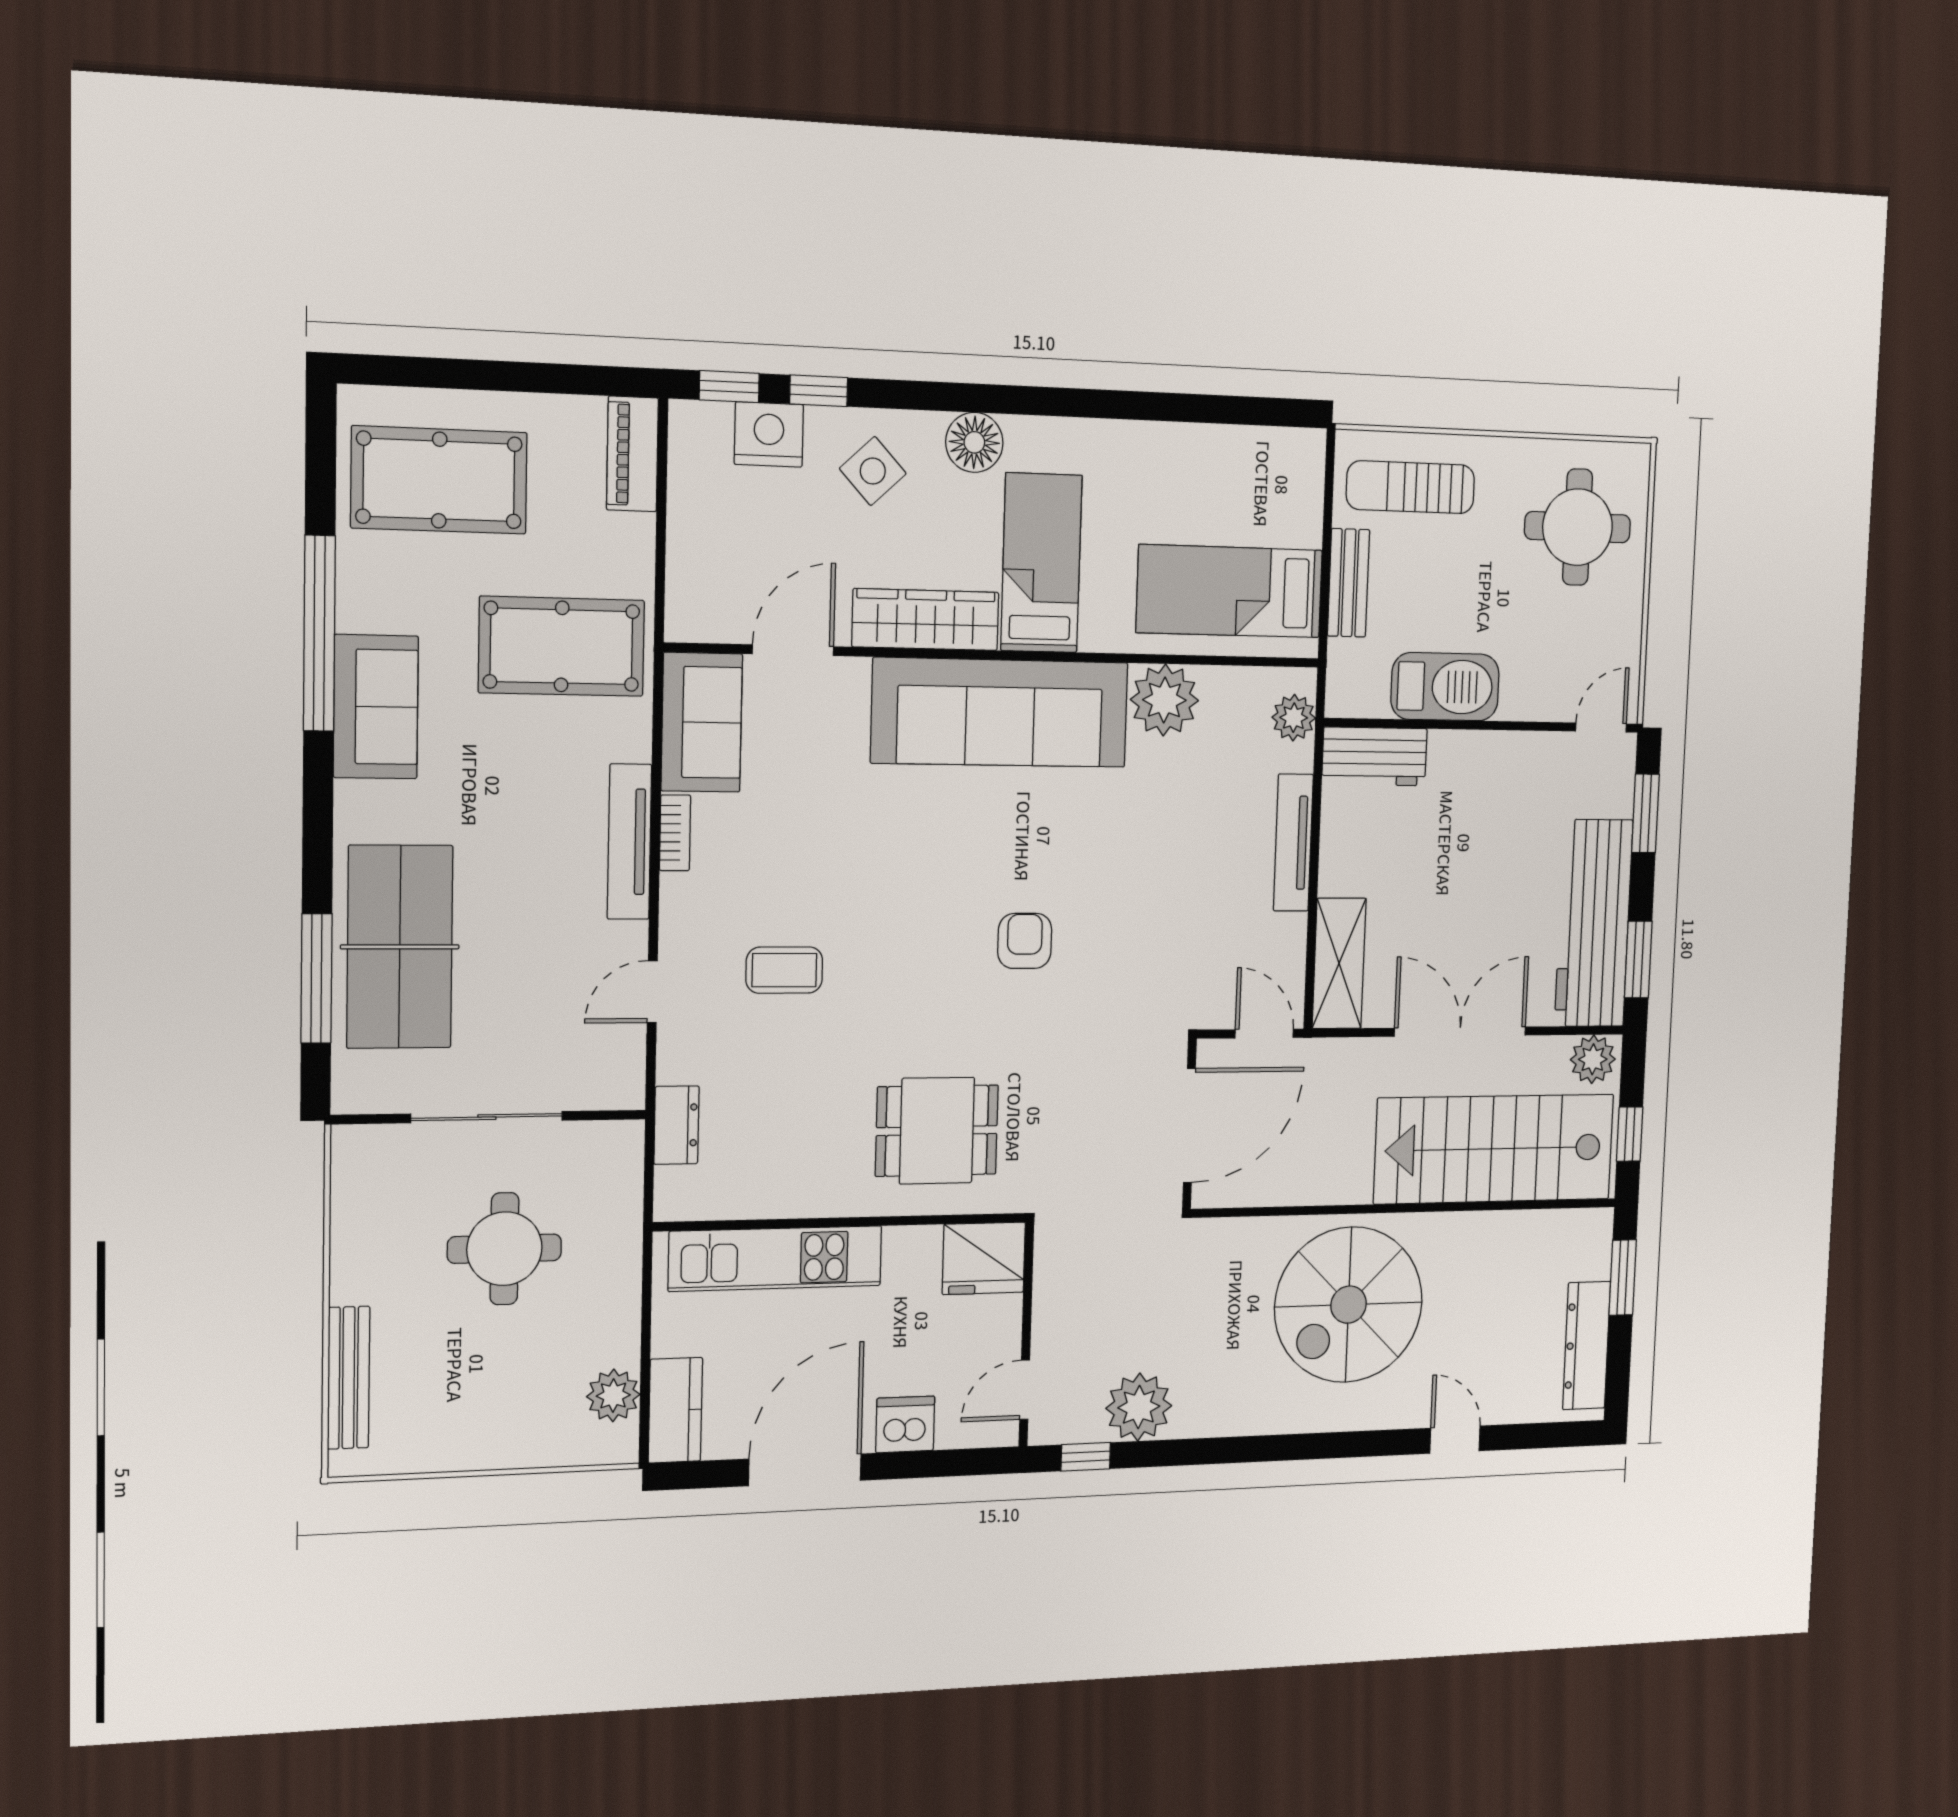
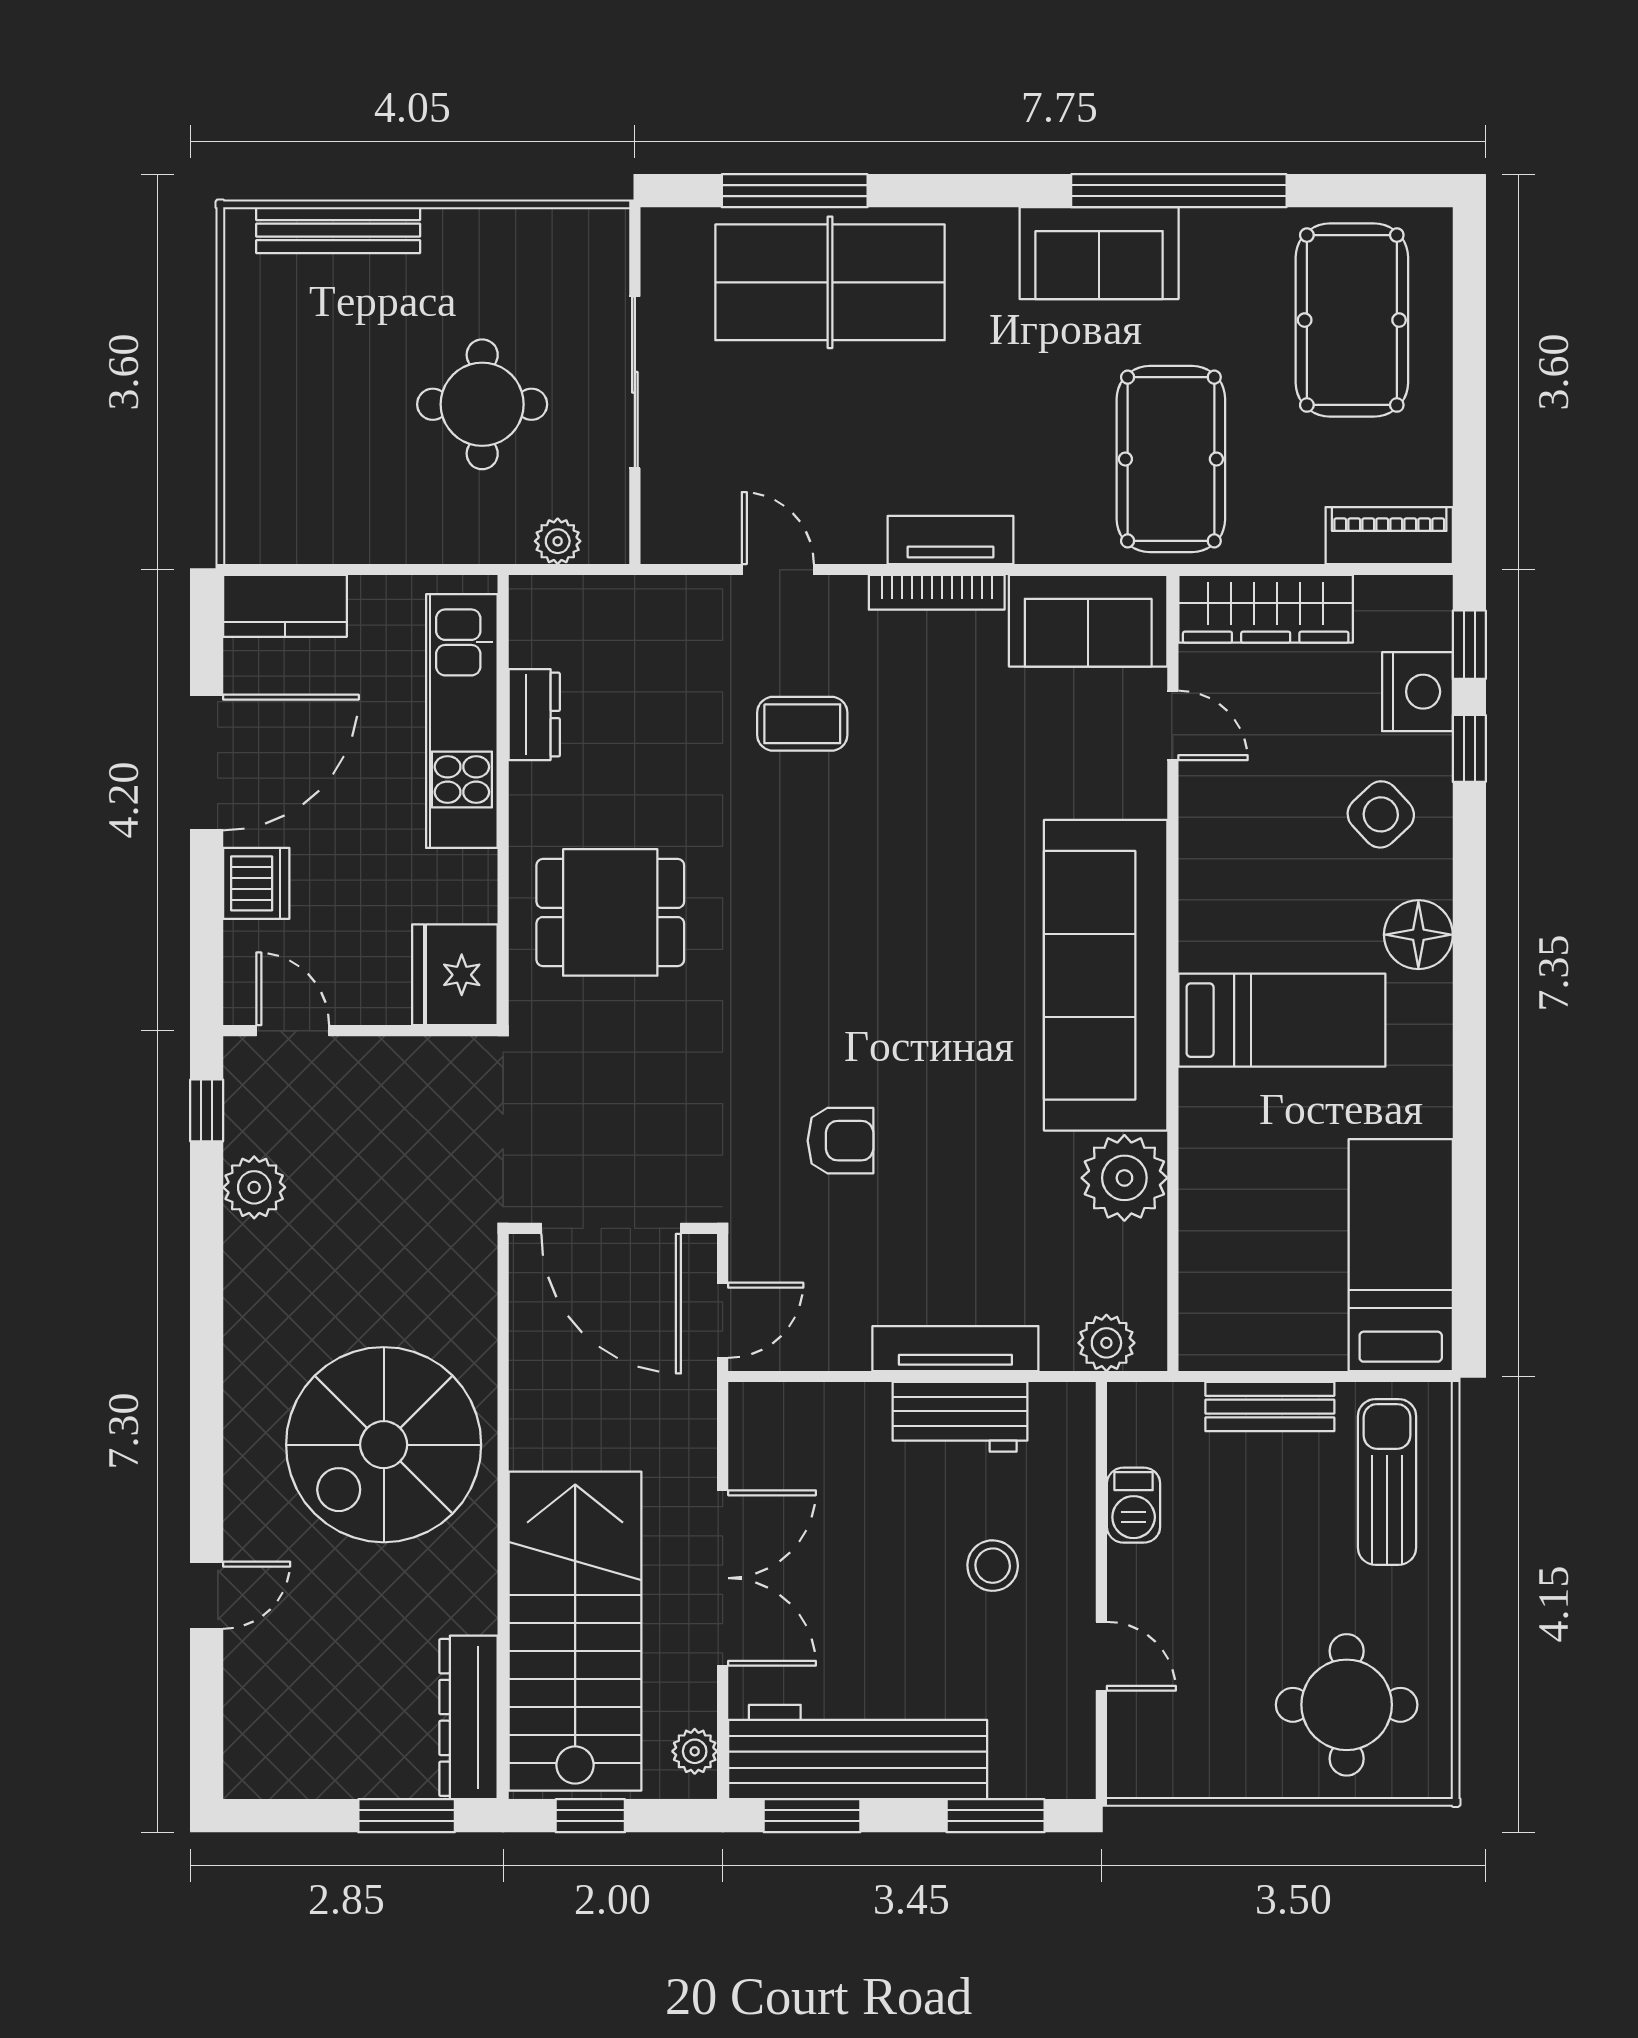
bed: (1230, 591) -> (1401, 1255), moved
wardrobe: (926, 620) -> (1266, 609), moved, turned 90
door: (793, 650) -> (1173, 725), width x0.73
barbecue: (1445, 687) -> (1134, 1505), width x0.53, depth x0.65
door: (1601, 728) -> (1101, 1656), moved
workbench: (1375, 756) -> (960, 1417), moved, turned -90
stool: (1460, 814) -> (993, 1566), added
bookcase: (675, 833) -> (937, 592), width x1.56
tv unit: (629, 842) -> (950, 540), width x0.71
armchair: (1025, 941) -> (840, 1141), moved
shelving: (1339, 963) -> (808, 1414), removed
coffee table: (784, 970) -> (802, 724), turned 90
plant: (1593, 1059) -> (695, 1751), width x0.73, depth x0.73
dresser: (676, 1125) -> (534, 715), moved, turned -90
dining table: (937, 1131) -> (610, 912), turned 90
spiral stairs: (1349, 1305) -> (384, 1445), turned -90
dresser: (1587, 1346) -> (468, 1717), moved, turned -90
plant: (613, 1395) -> (558, 541), moved, width x0.73, depth x0.73
plant: (1139, 1407) -> (254, 1187), width x0.73, depth x0.73
door: (805, 1470) -> (207, 762), hinge flipped

